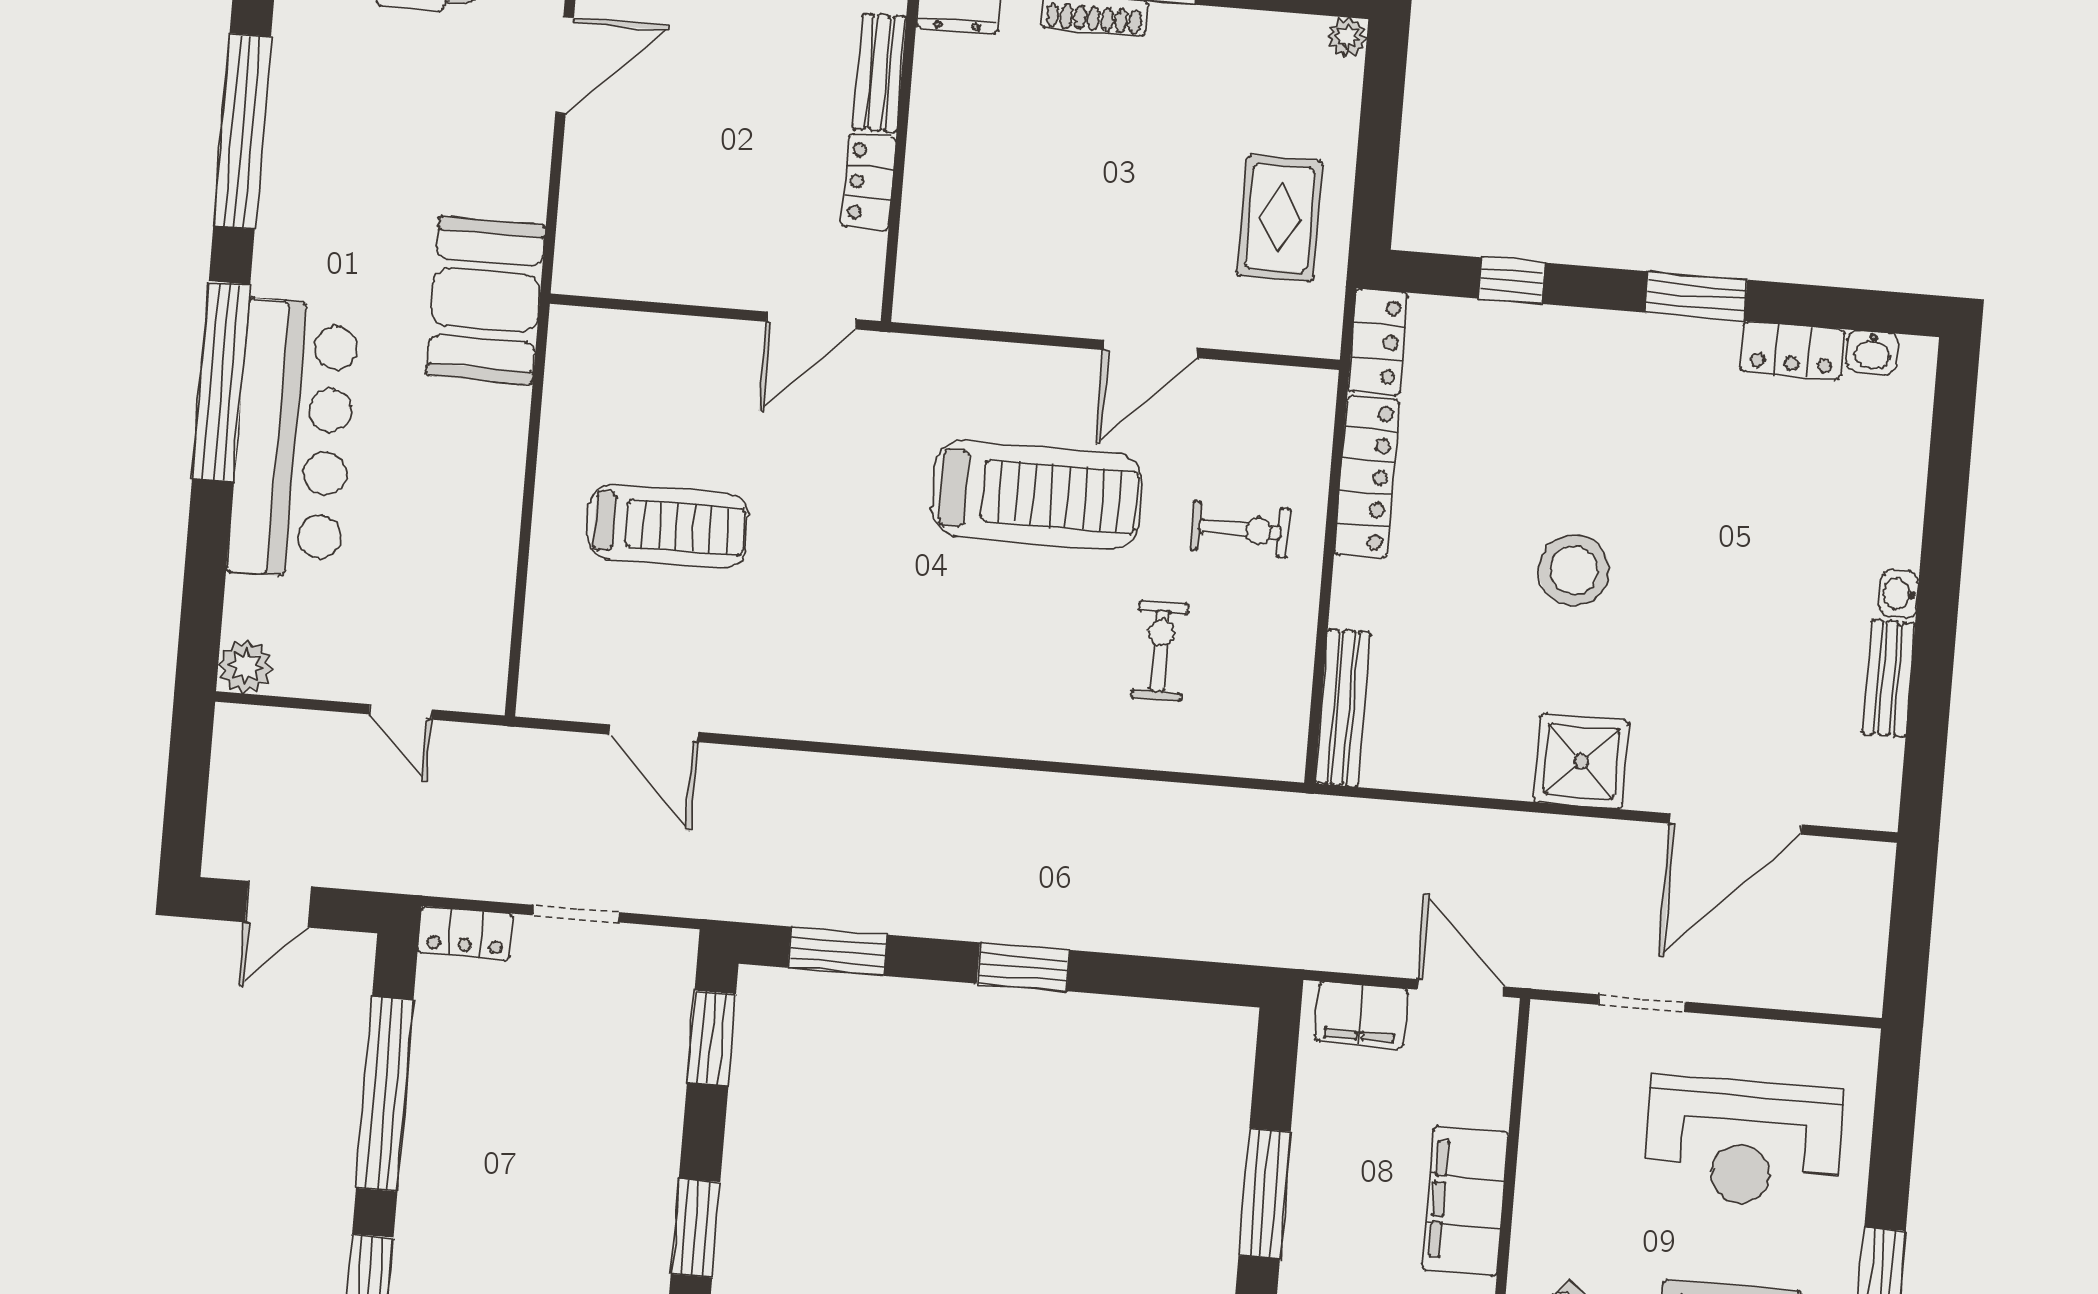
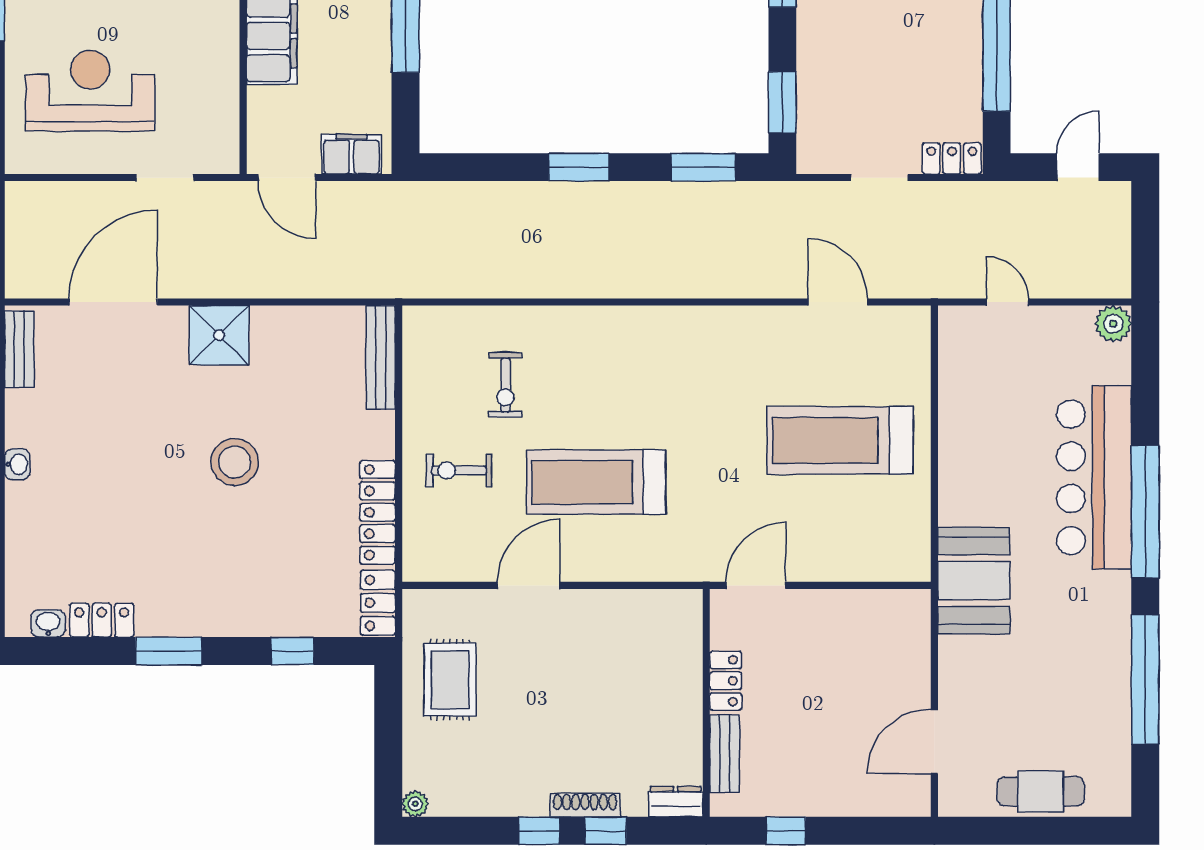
treadmill: (668, 526) -> (840, 440), width x1.37, depth x1.38
bench: (1889, 678) -> (19, 349), moved

